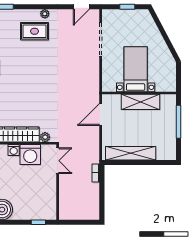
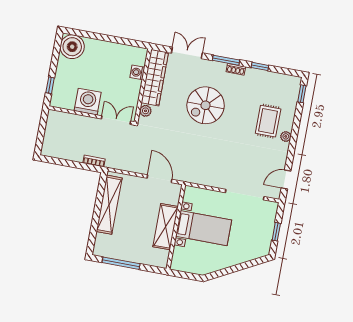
door: (81, 7) -> (286, 179), hinge flipped
spiral stairs: (31, 87) -> (206, 105), added
window: (179, 122) -> (121, 263), moved
washing machine: (30, 155) -> (88, 102), moved, turned 90
double door: (58, 161) -> (116, 120), swing flipped

